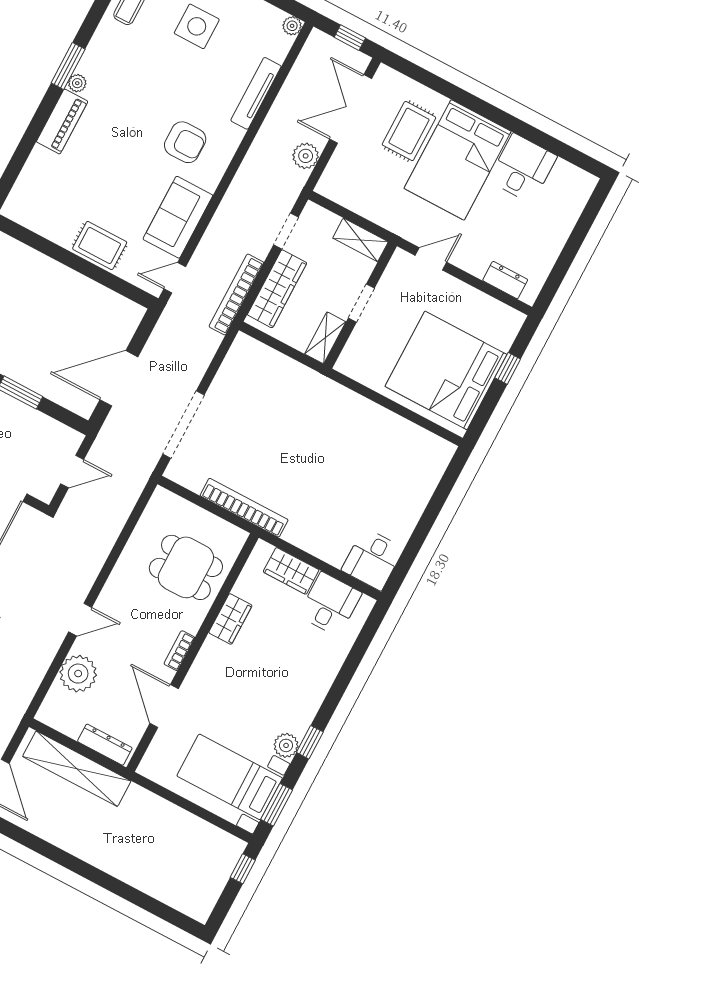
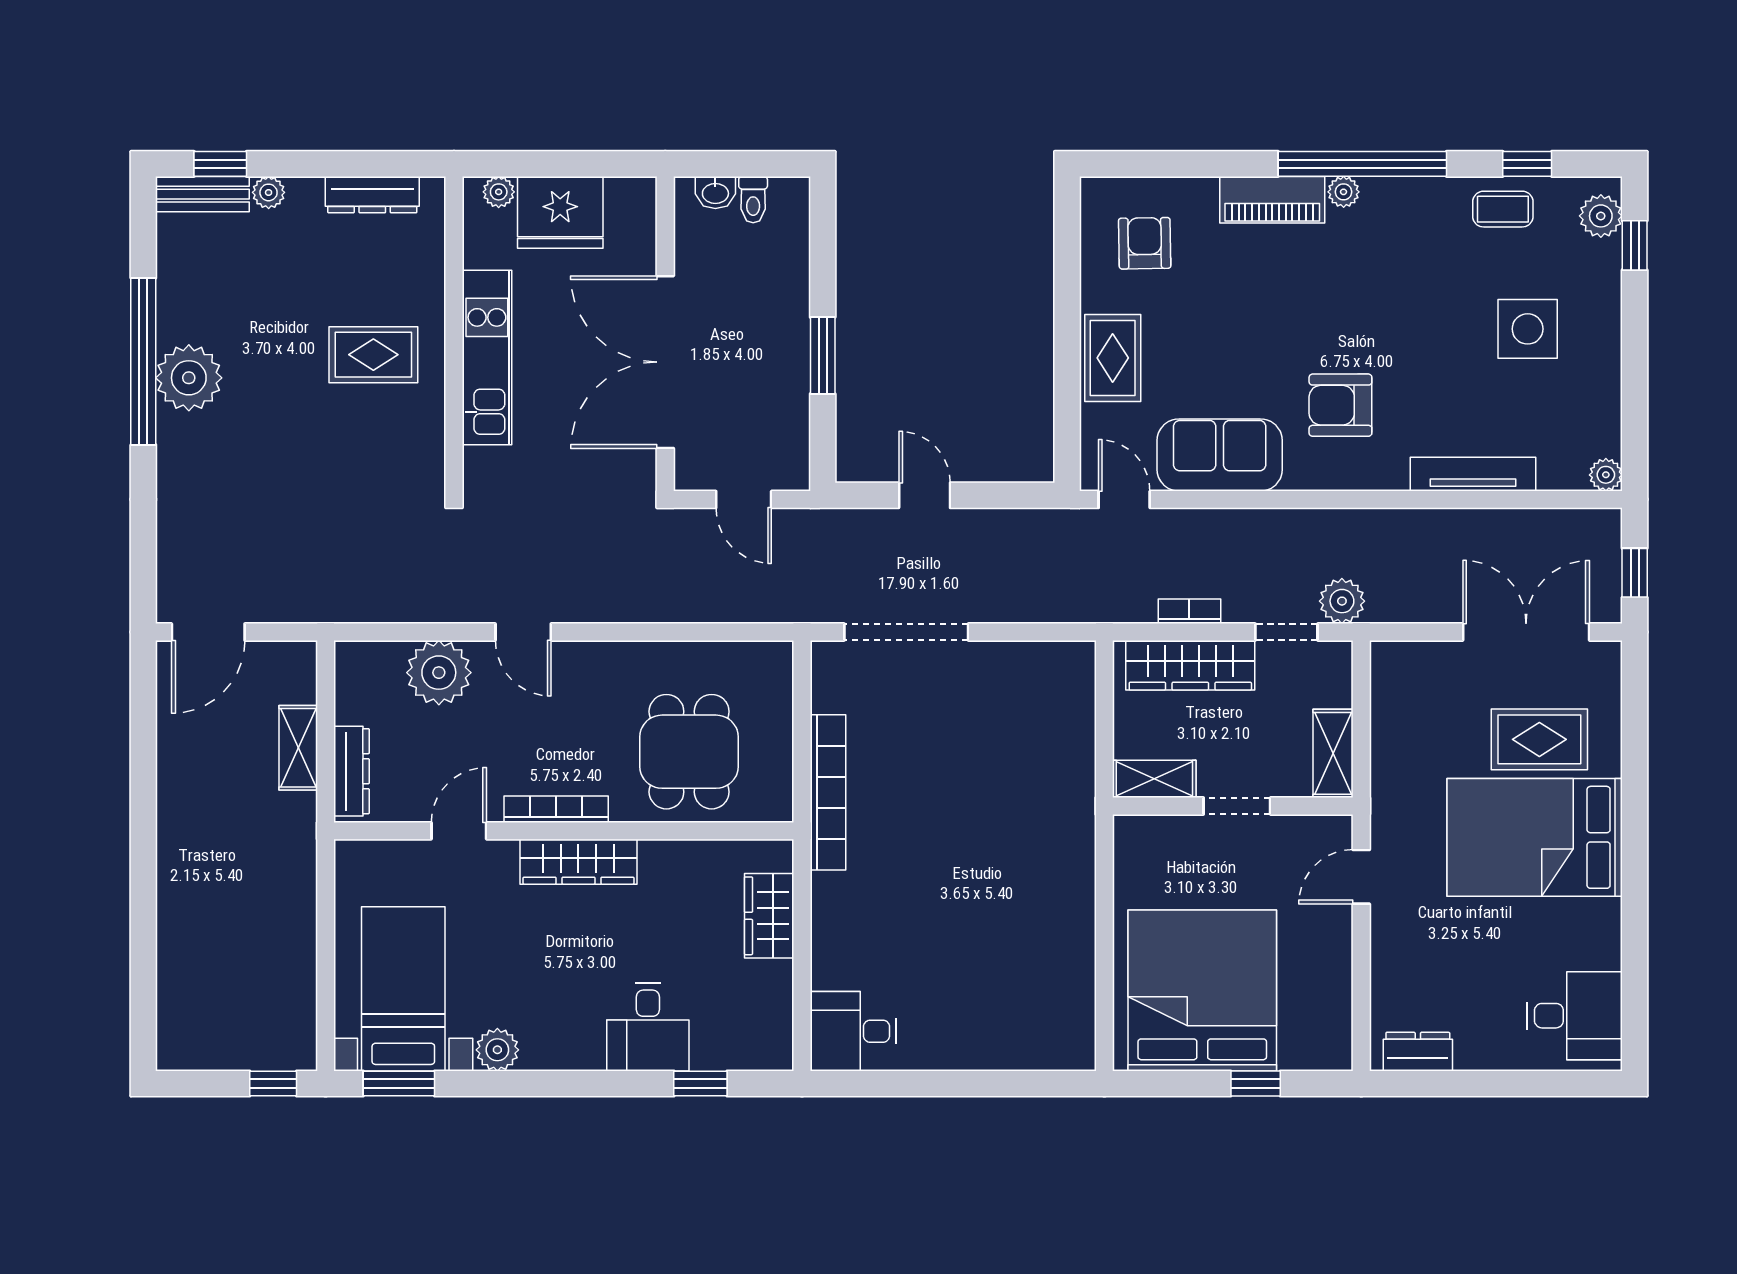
window: (68, 66) -> (1362, 164), width x2.11
armchair: (185, 142) -> (1340, 405), turned 90
plant: (306, 156) -> (1342, 601), moved
desk: (523, 168) -> (1575, 1016), moved
armchair: (50, 198) -> (1145, 243), added
door: (431, 259) -> (1361, 877), swing flipped
dresser: (505, 280) -> (1418, 1052), moved, turned -90
bookcase: (236, 294) -> (1189, 611), width x0.43, depth x0.76
door: (119, 378) -> (925, 495), width x0.53
desk: (330, 604) -> (648, 1027), moved, turned 90
wardrobe: (230, 619) -> (578, 862), moved, width x1.50
bookcase: (179, 651) -> (556, 809), width x1.56
door: (164, 706) -> (459, 831), width x0.73
window: (310, 742) -> (700, 1084), moved
shelving: (77, 769) -> (298, 748), width x0.45, depth x0.75

